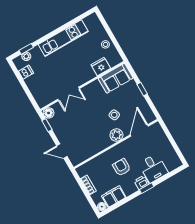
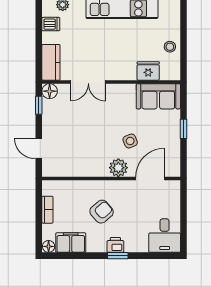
kitchen counter: (39, 95) -> (51, 62), added
armchair: (122, 167) -> (102, 212), turned 49
desk: (153, 168) -> (165, 236), moved

